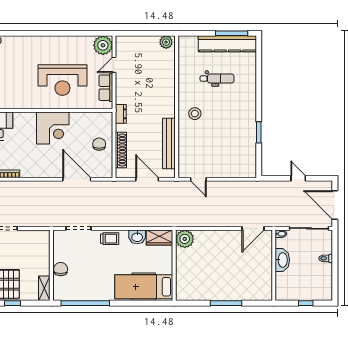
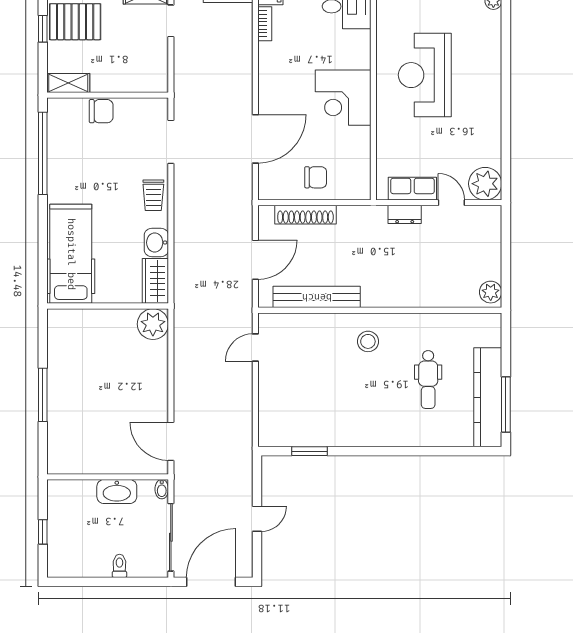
reception desk: (62, 80) -> (425, 75), moved
dresser: (121, 114) -> (405, 214), moved
window: (259, 132) -> (309, 451), moved

